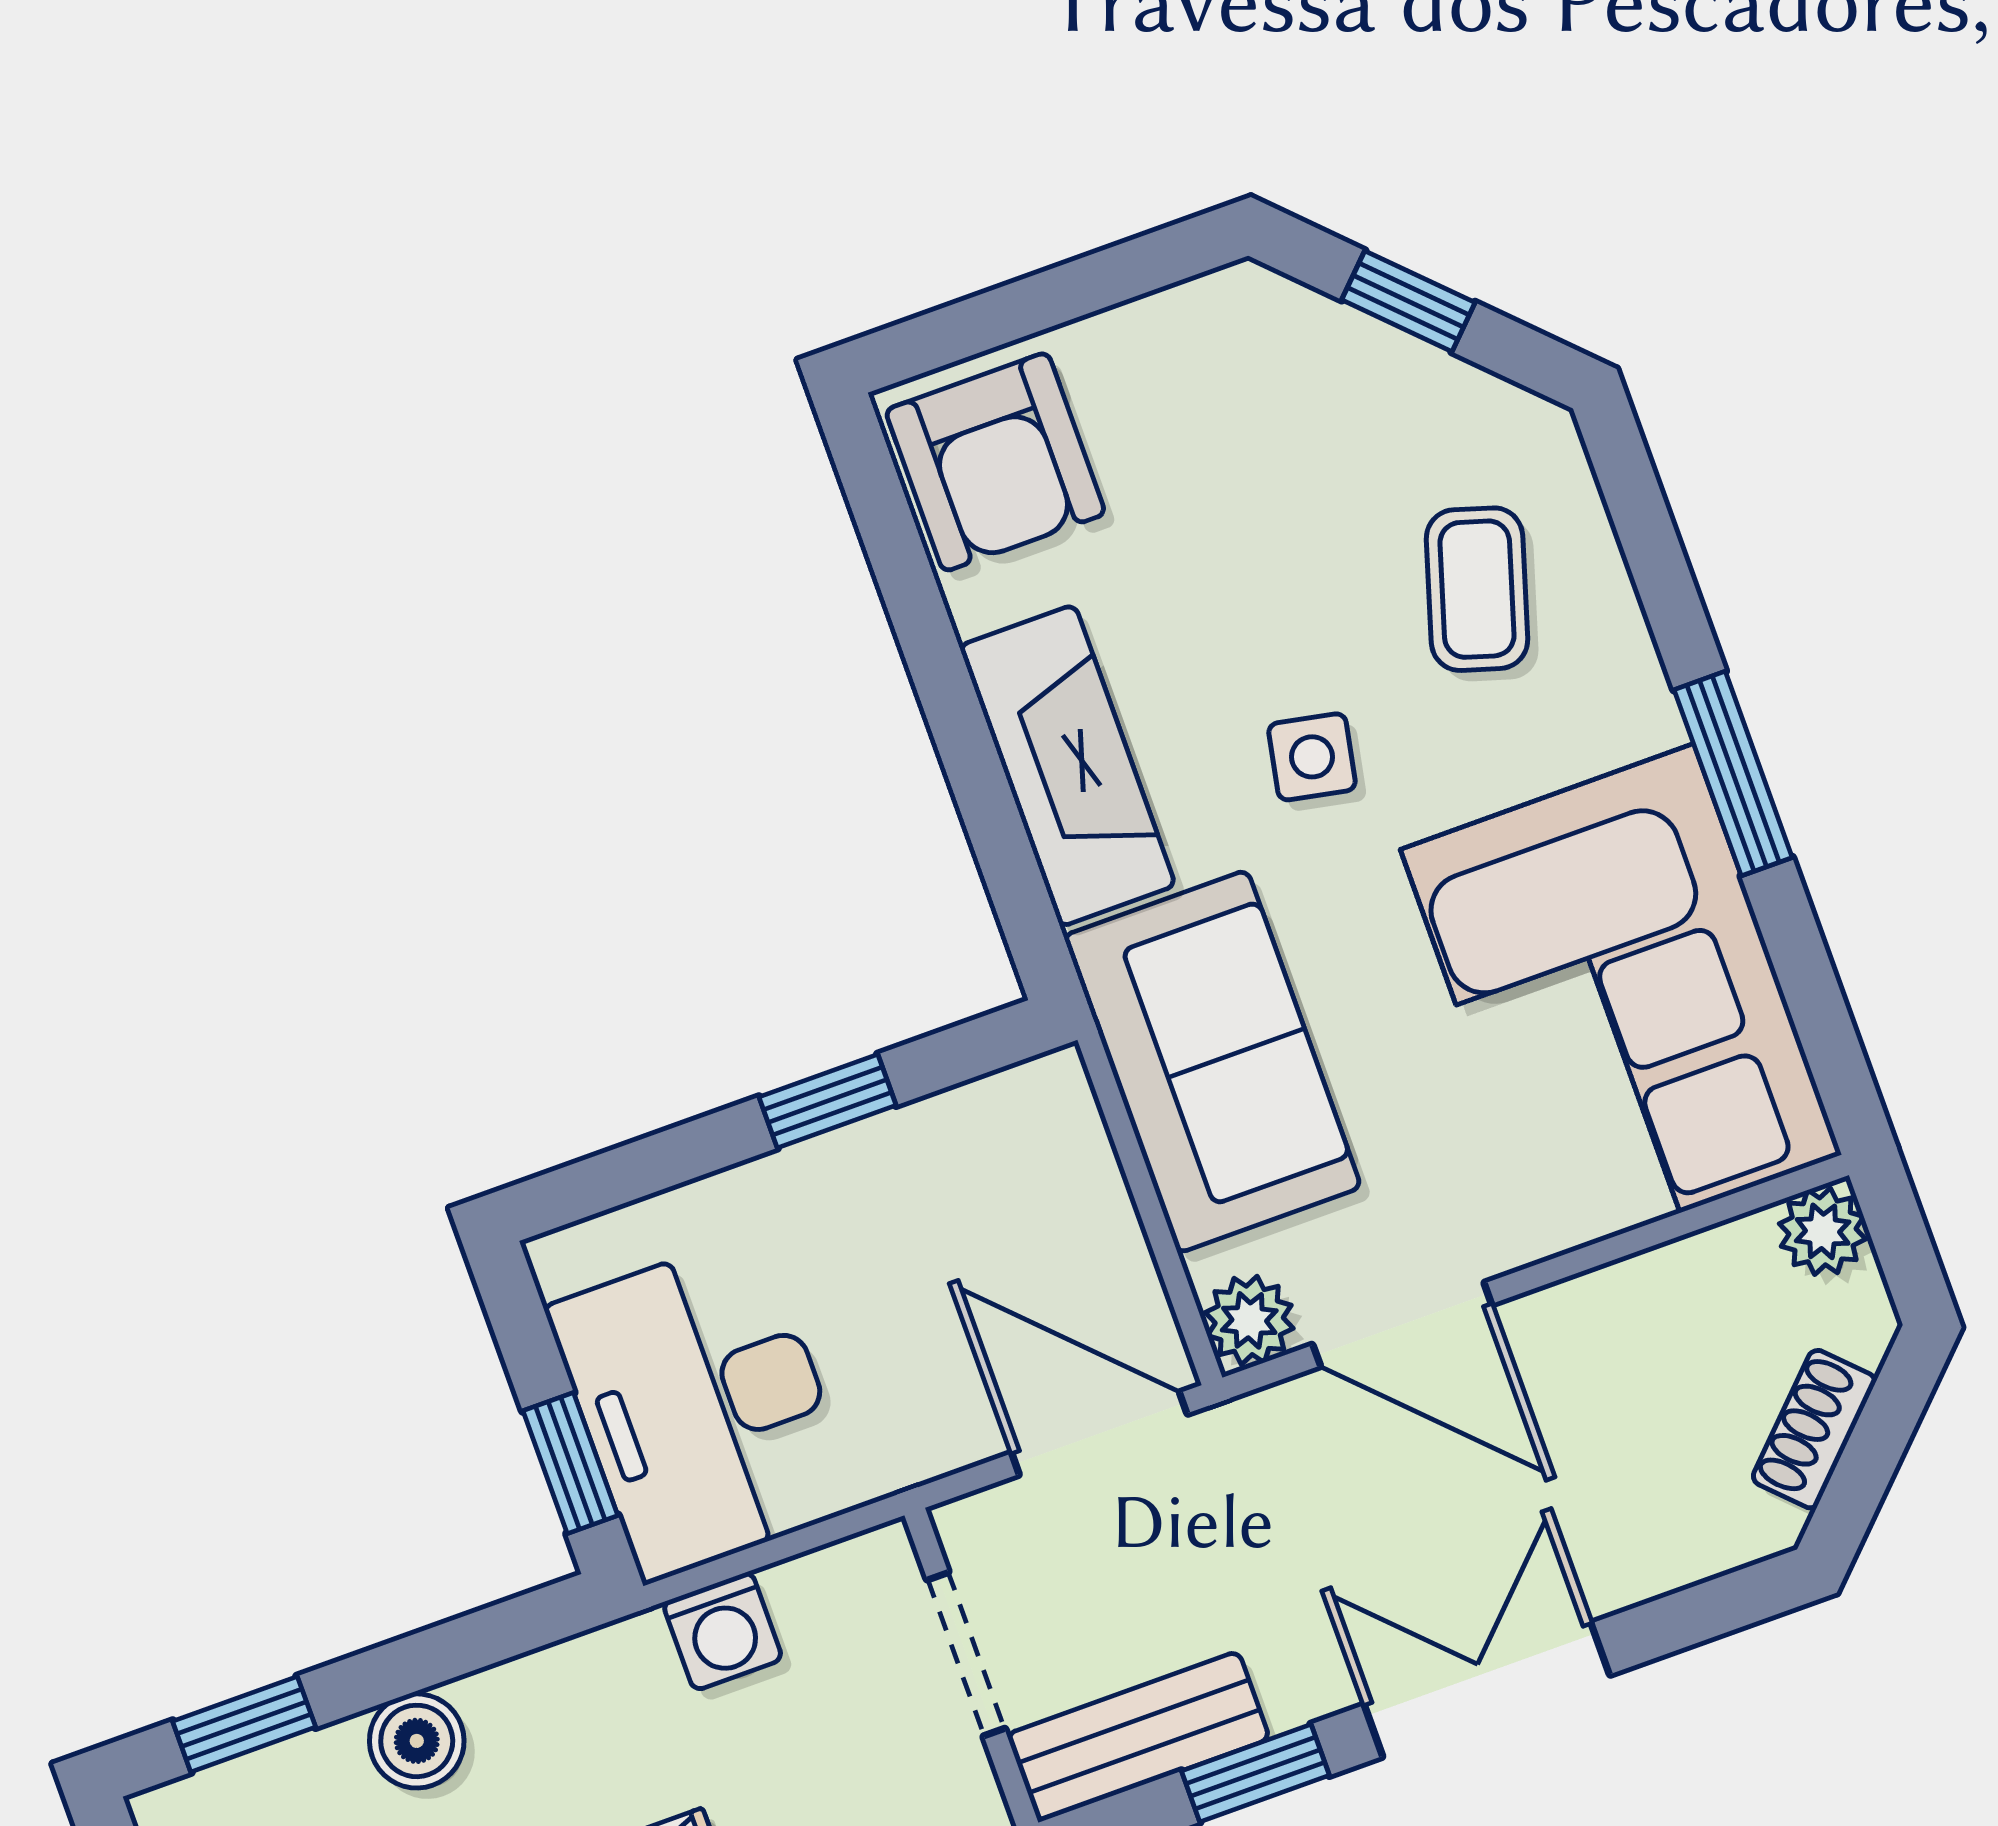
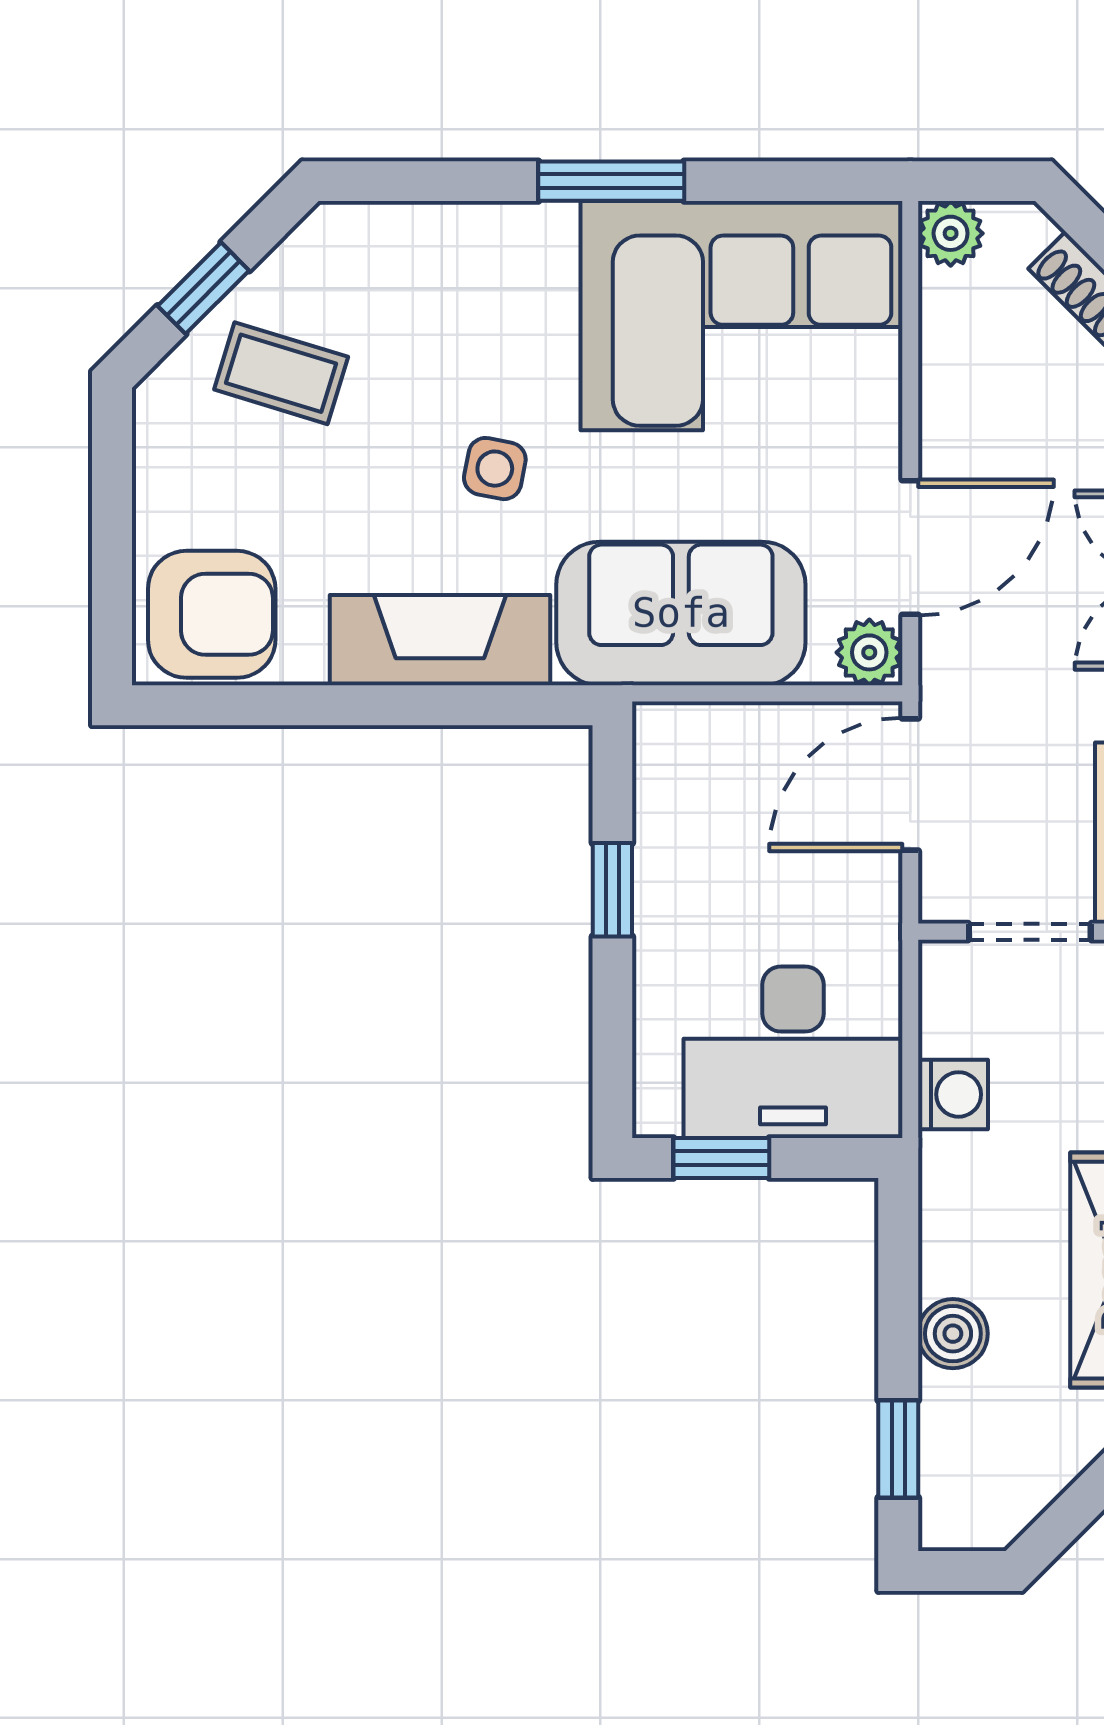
coffee table: (1477, 589) -> (281, 373), moved
window: (570, 1463) -> (721, 1158), moved

